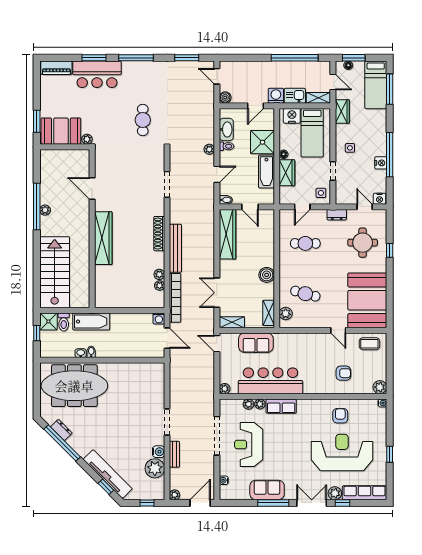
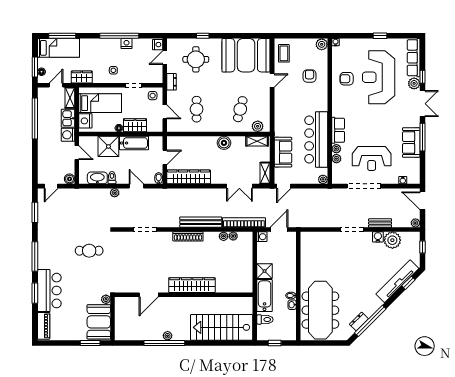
shower: (48, 321) -> (264, 271), moved
double door: (312, 503) -> (423, 104), swing flipped

